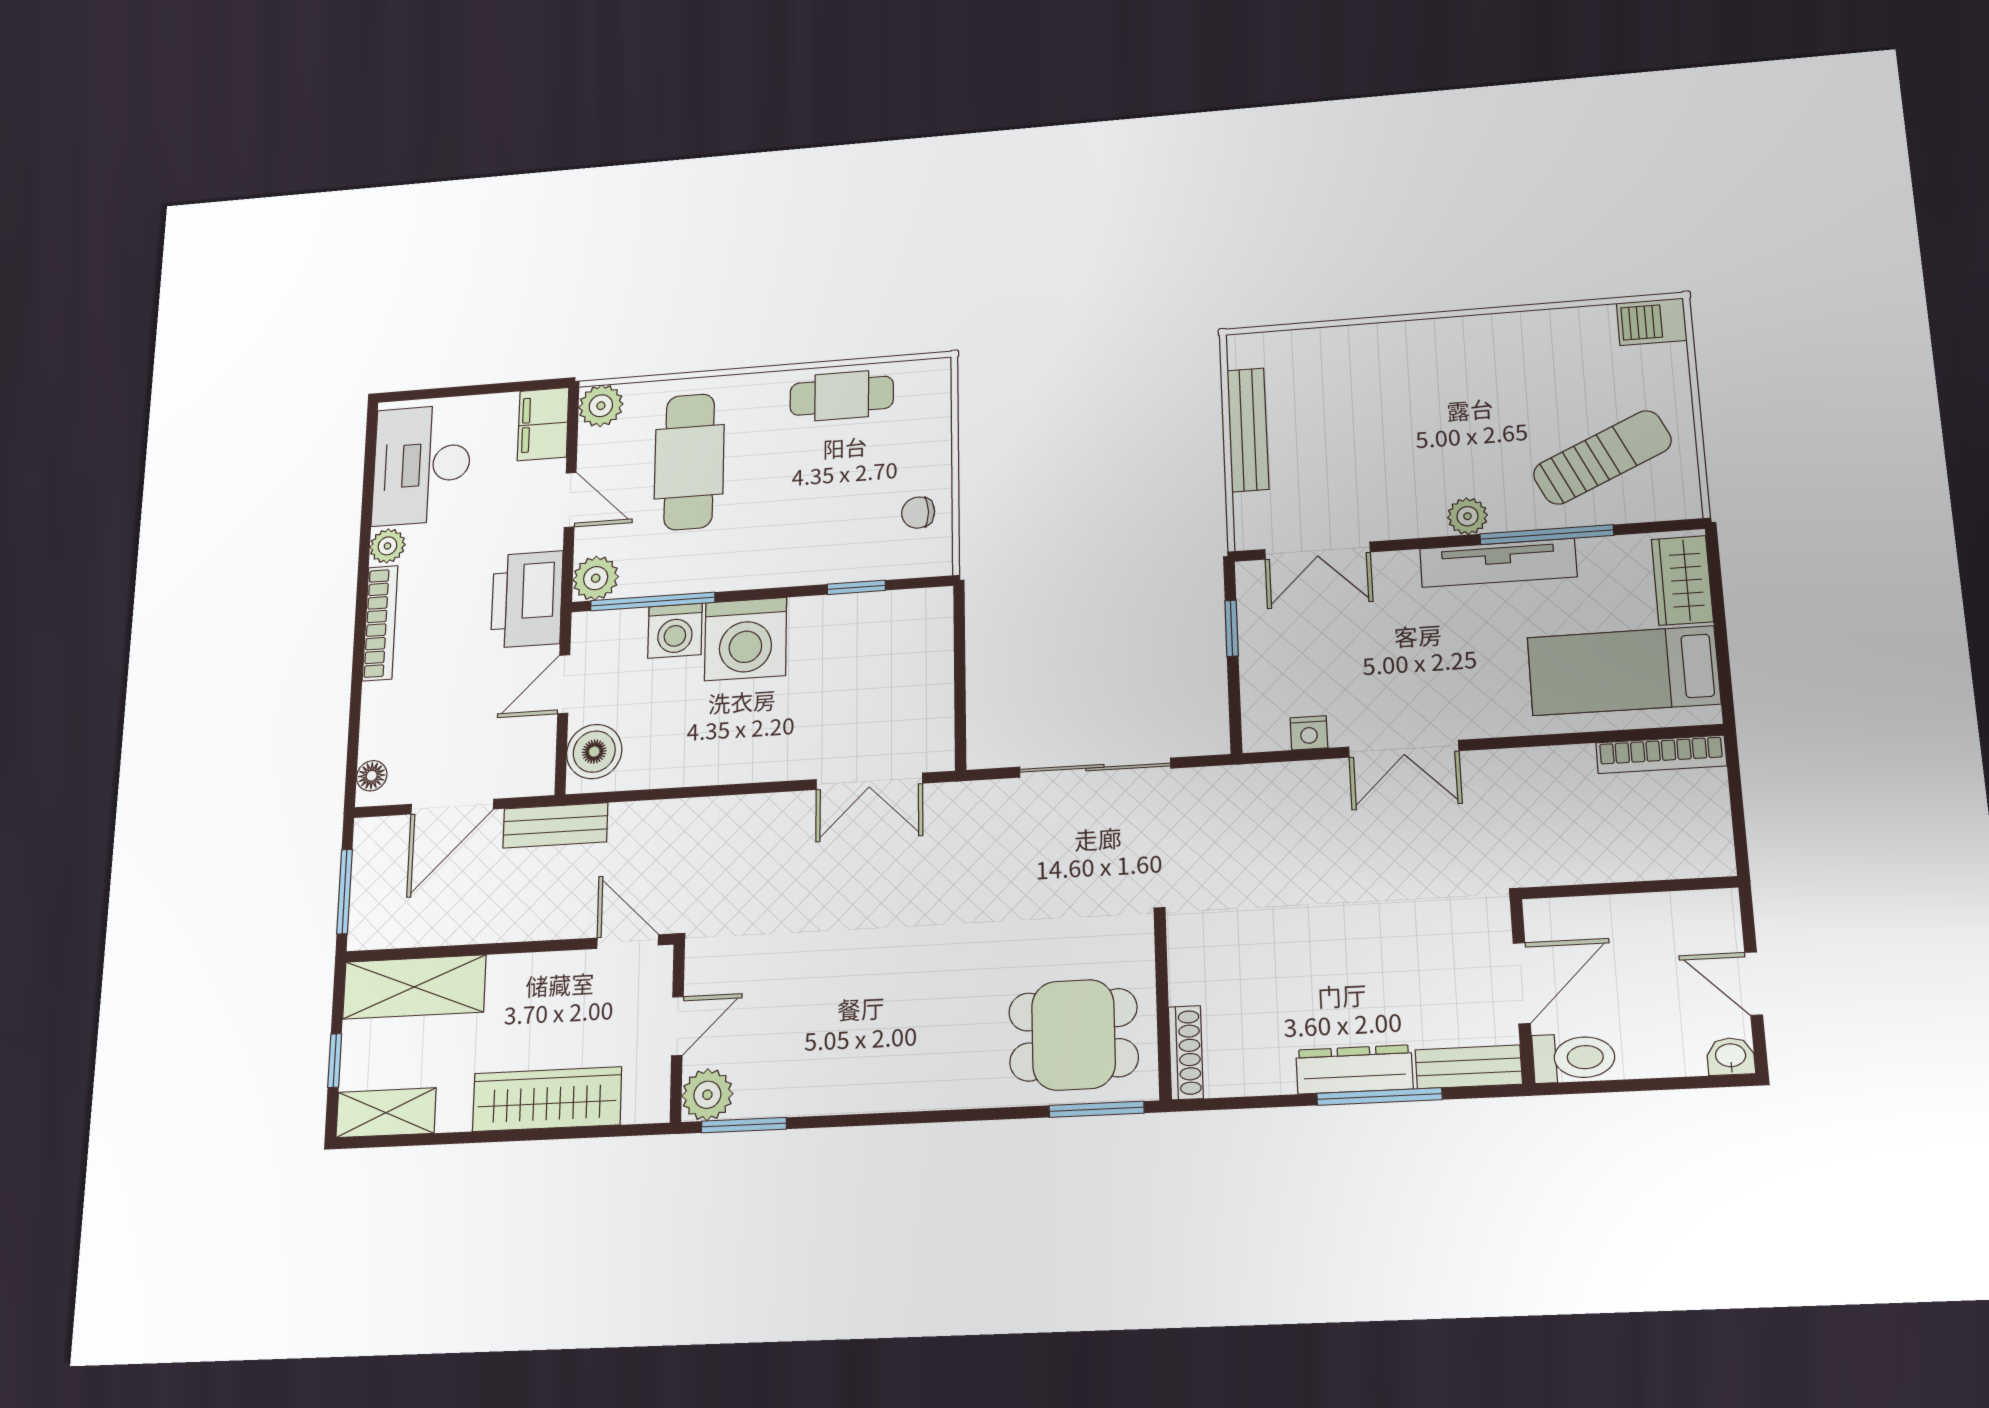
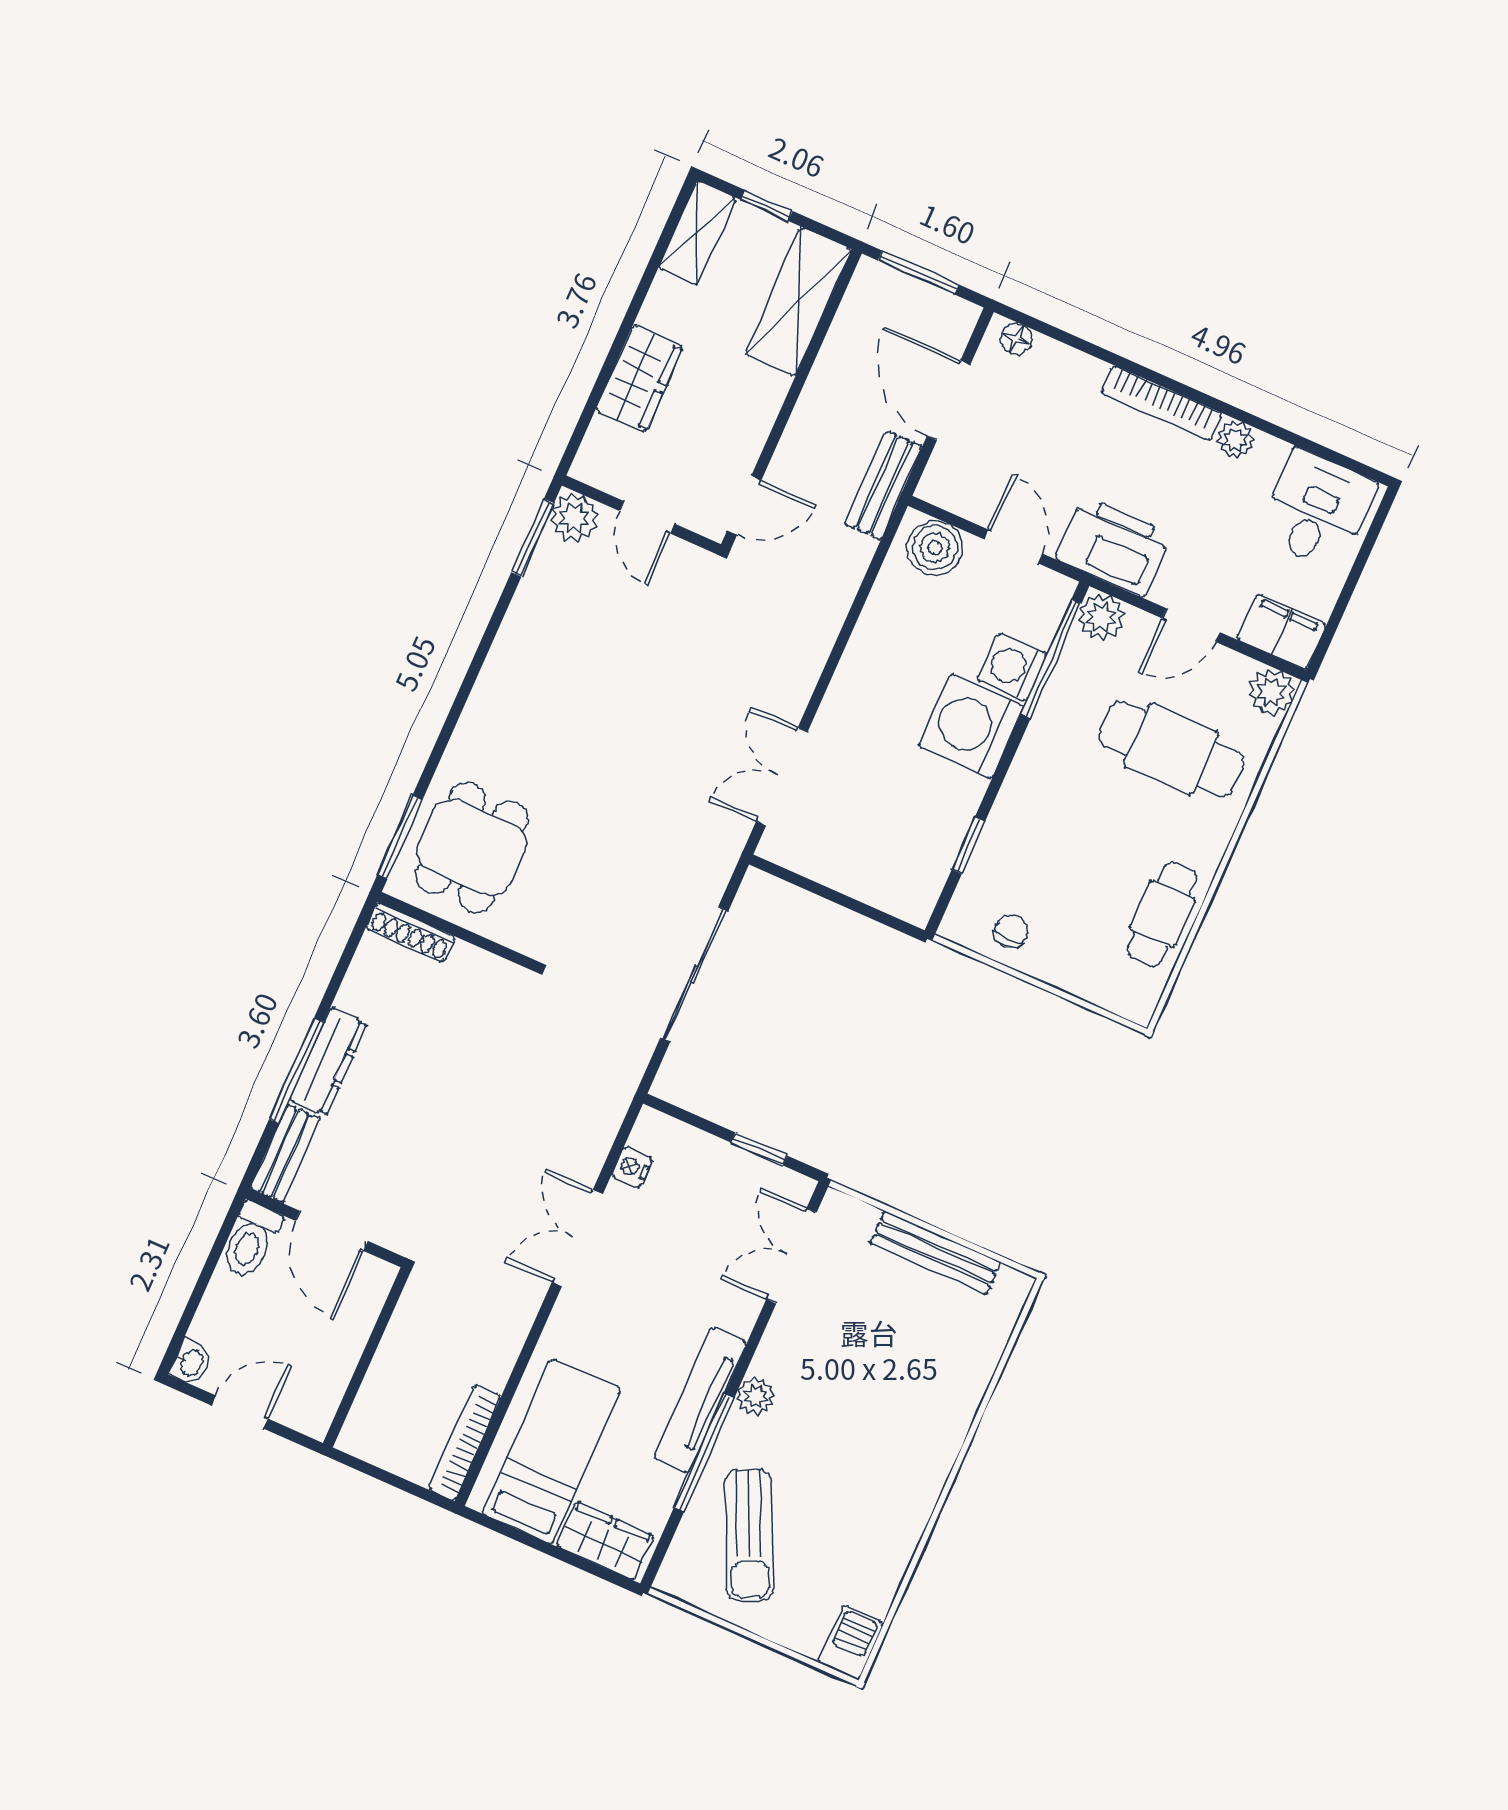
desk: (422, 465) -> (1317, 510), width x0.73
wardrobe: (547, 1099) -> (639, 378), width x0.67

